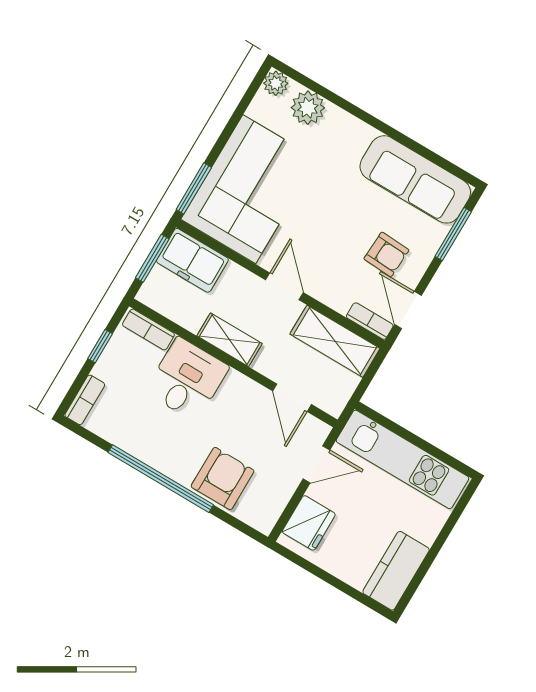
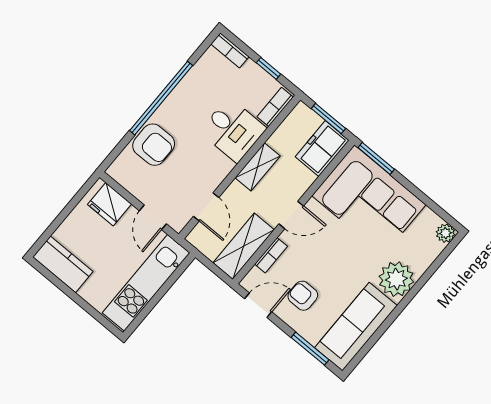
plant: (308, 108) -> (396, 279), moved, width x1.36, depth x1.36
armchair: (386, 254) -> (303, 296), turned 87
bookcase: (370, 321) -> (271, 255), moved
door: (292, 398) -> (206, 207), swing flipped

